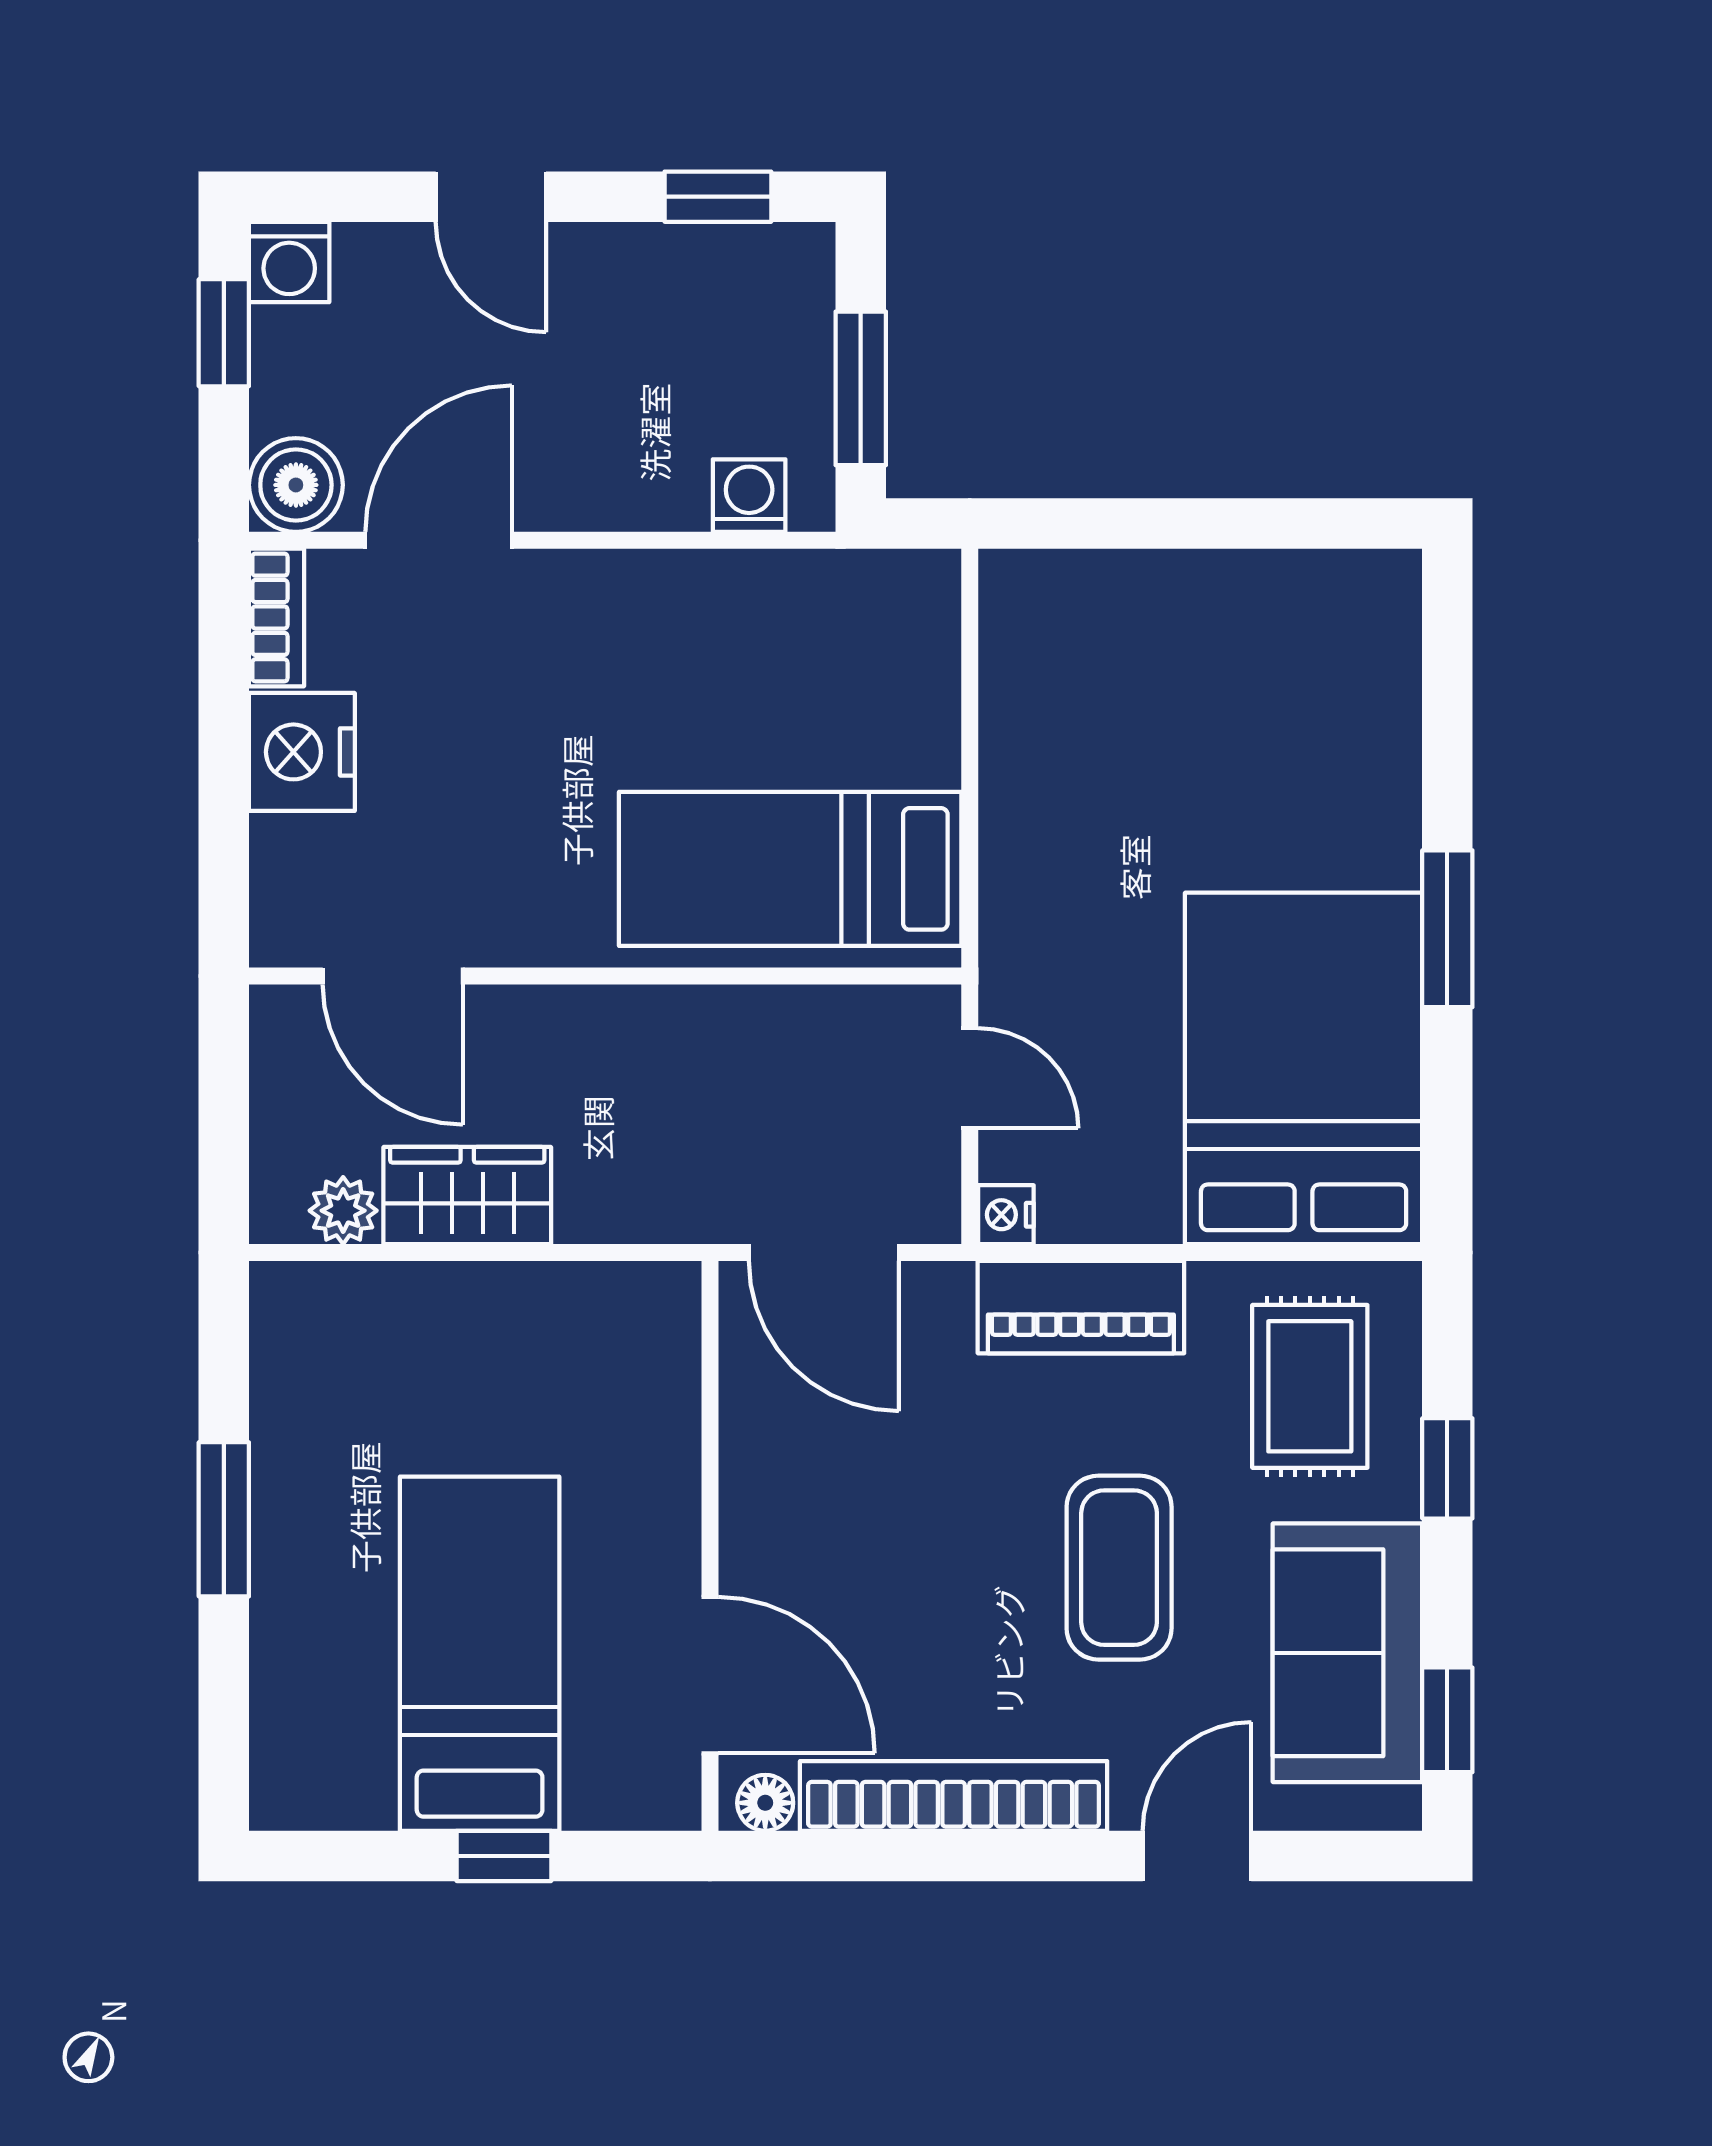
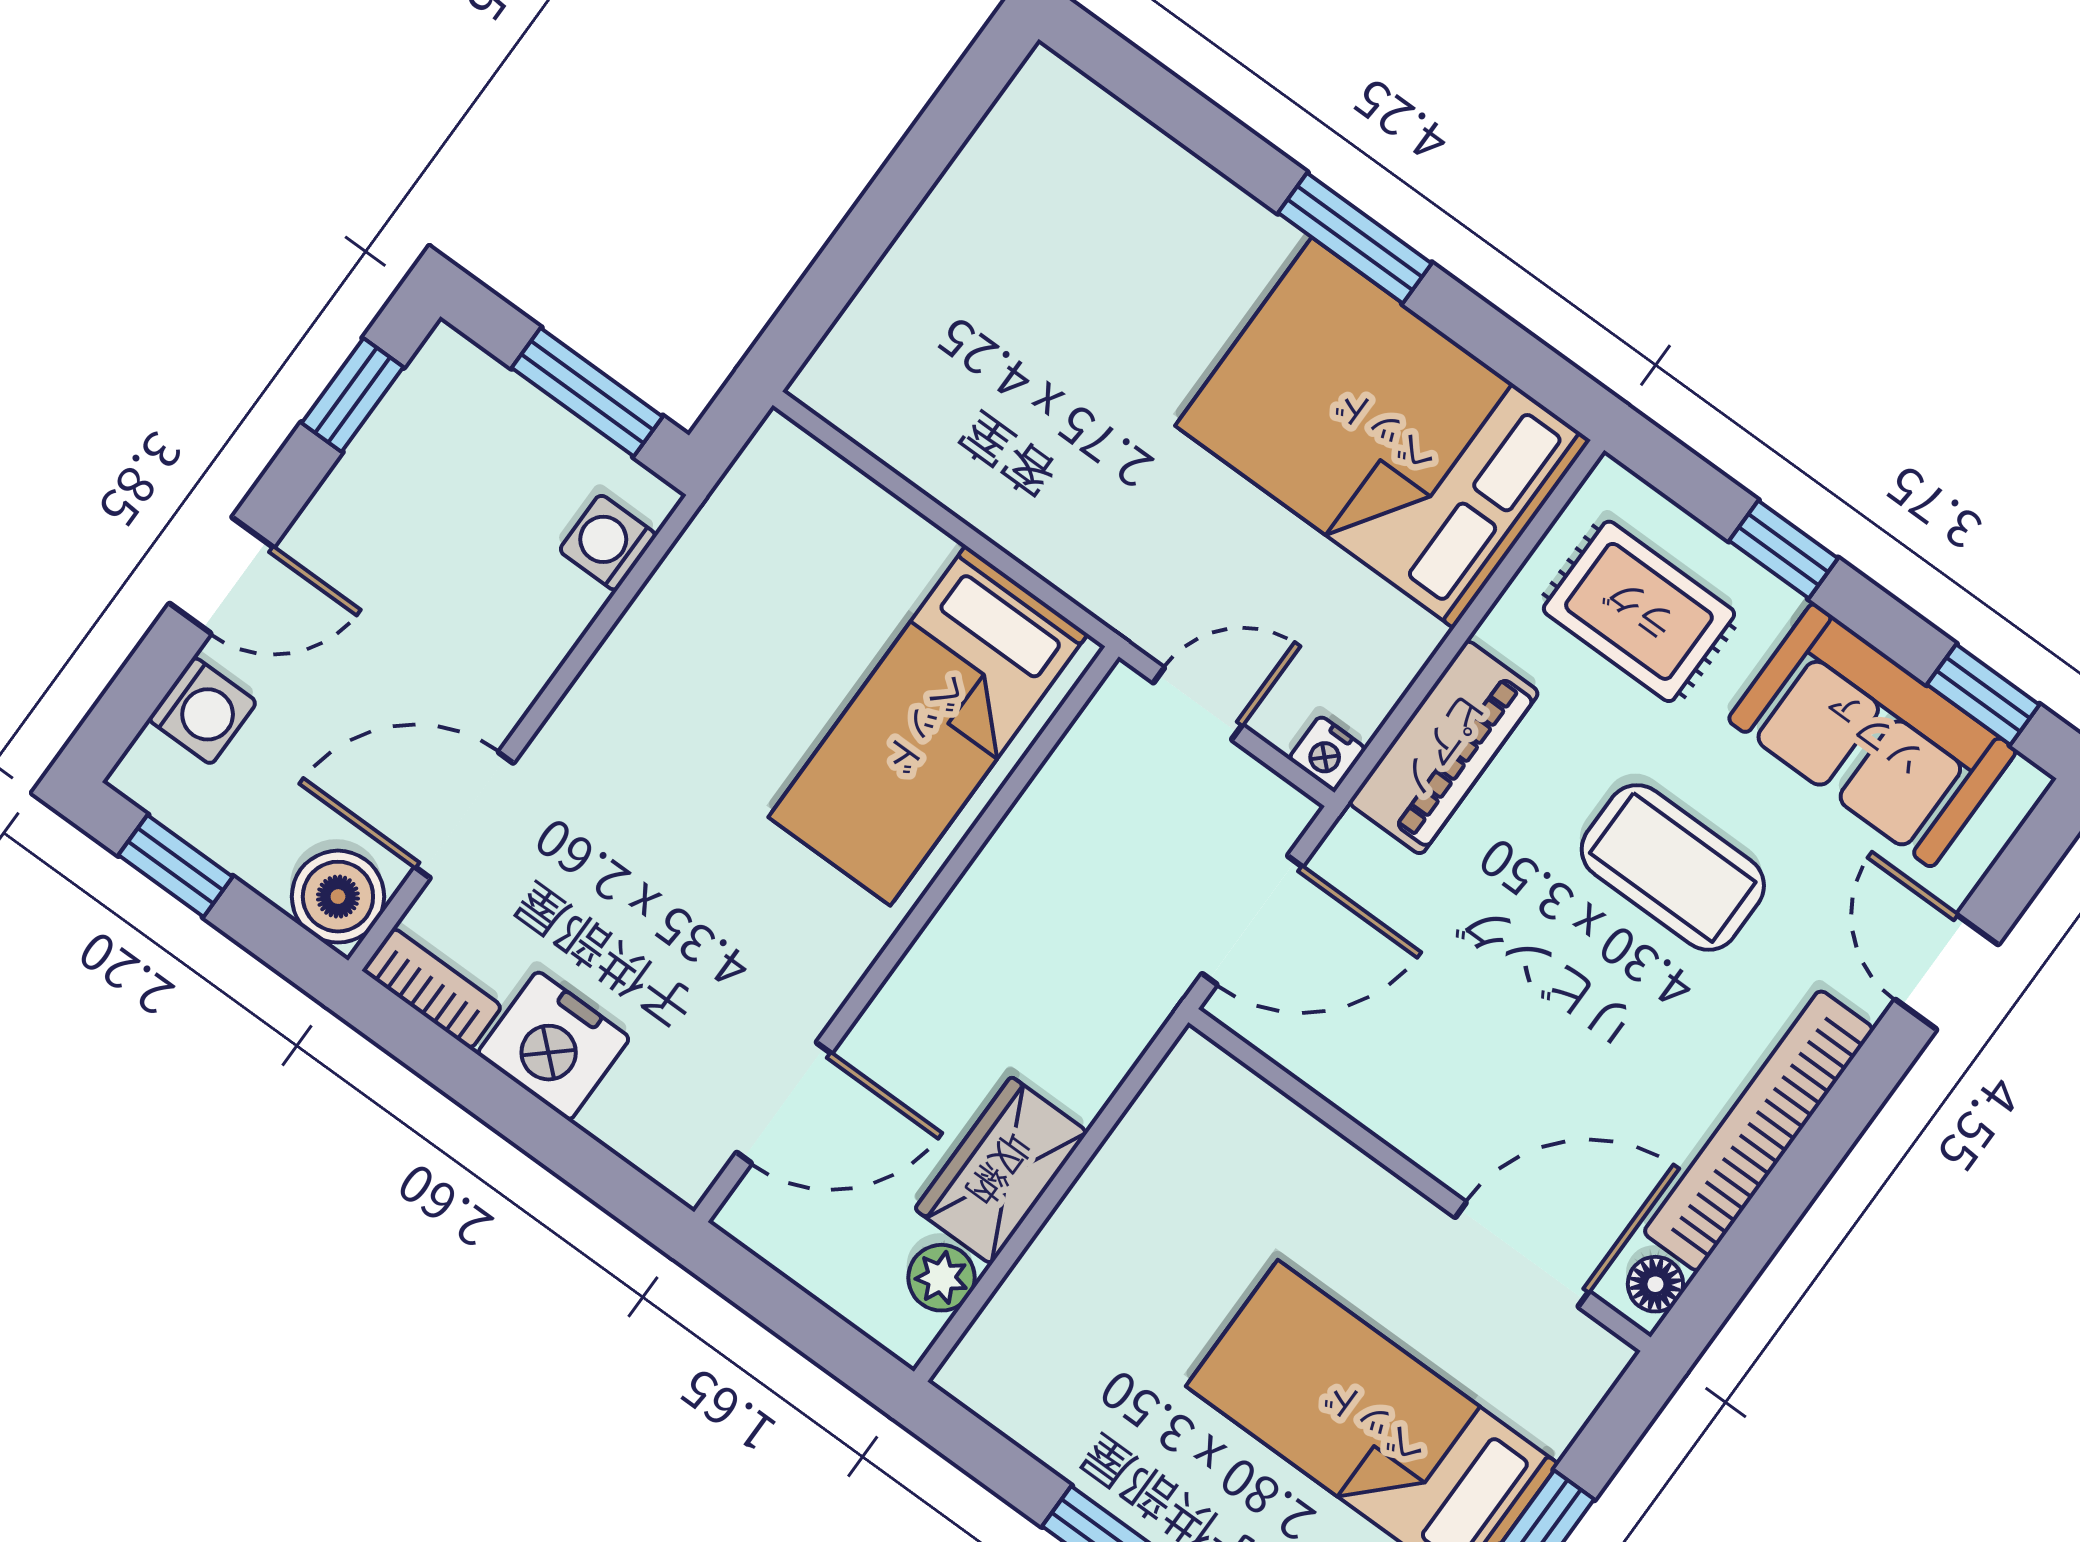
washing machine: (289, 262) -> (202, 711), moved
door: (439, 540) -> (464, 815), hinge flipped

